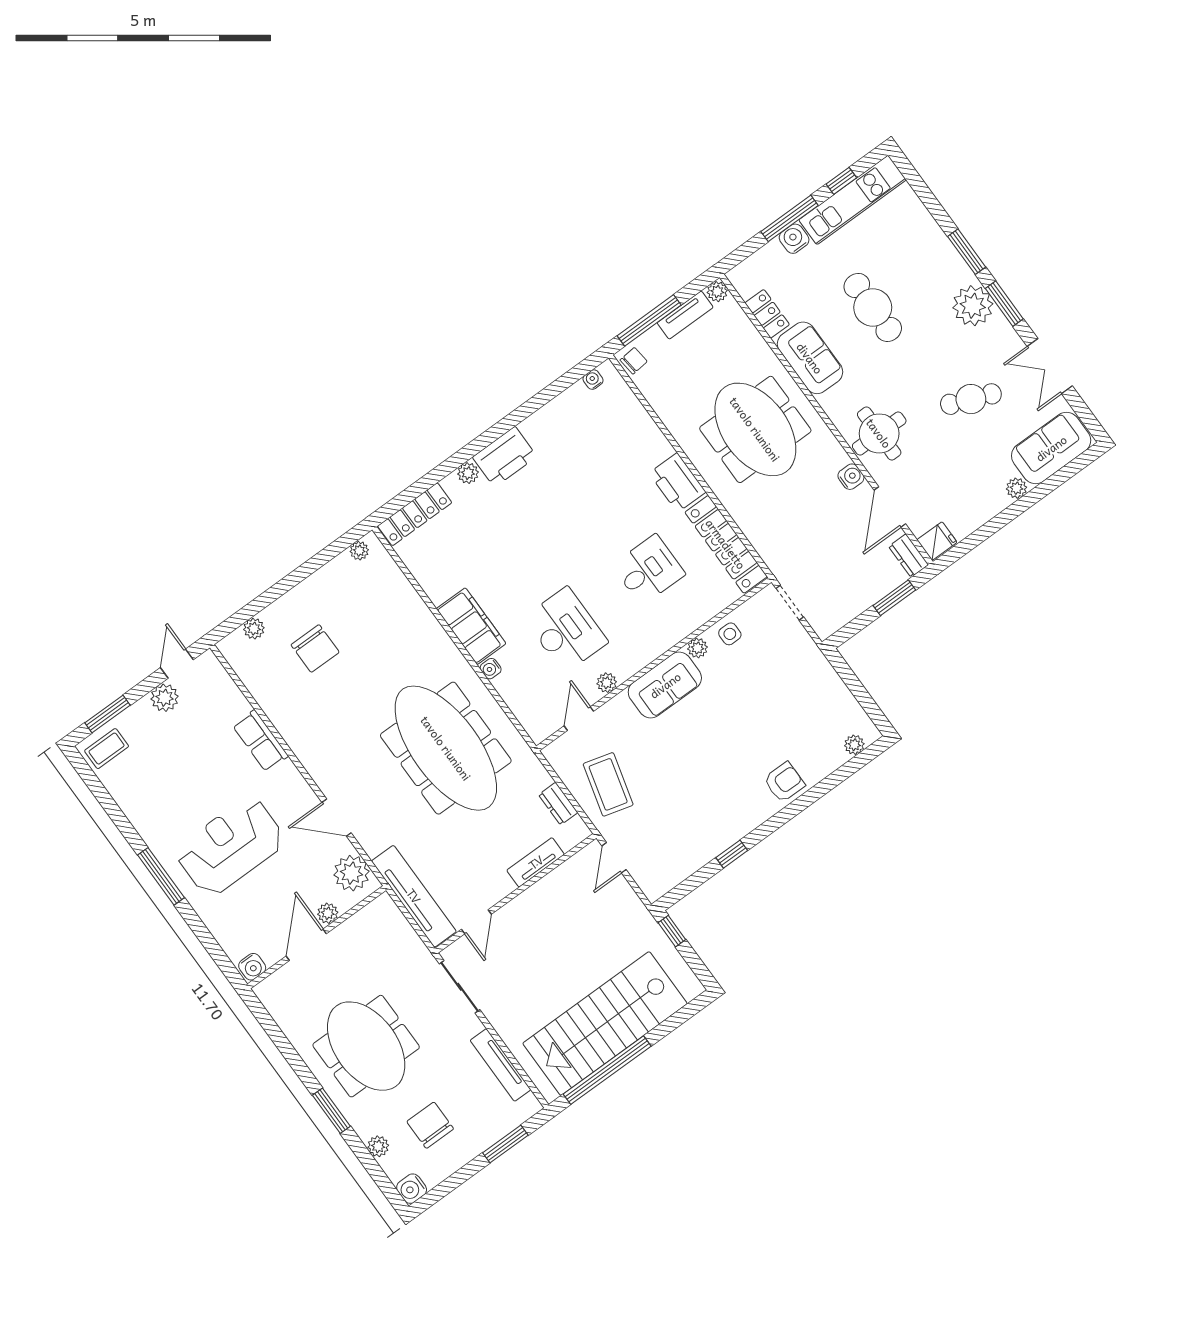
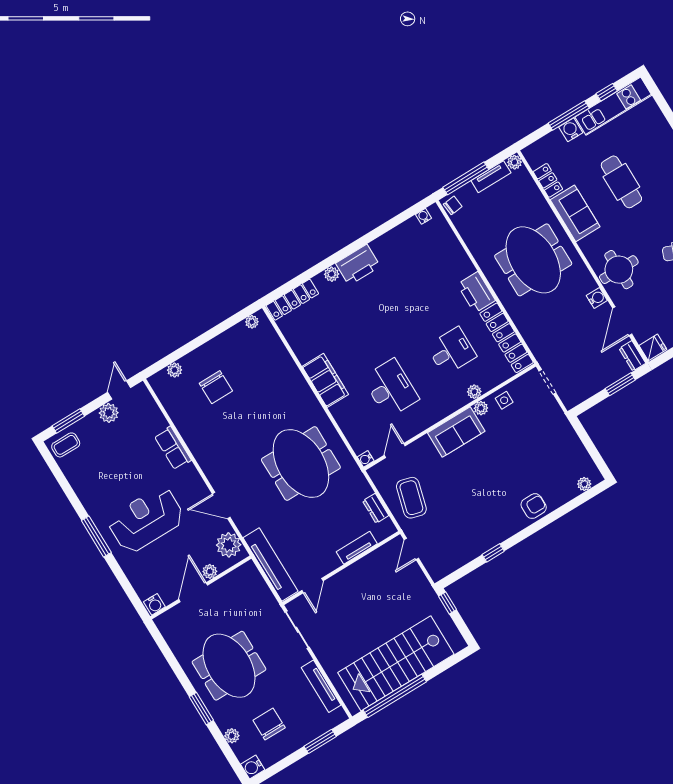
water cooler: (491, 669) -> (366, 459), moved
plant: (607, 683) -> (474, 392), moved
meeting table: (446, 748) -> (301, 464), width x0.73

